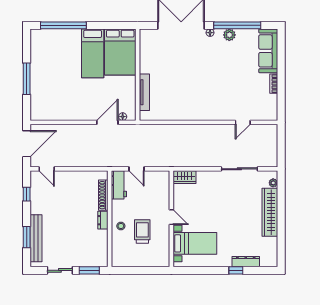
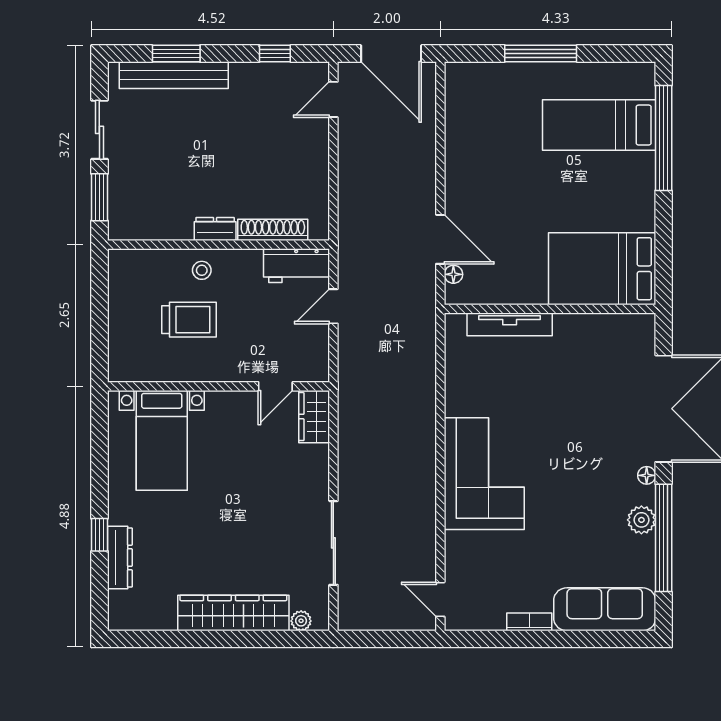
bed: (93, 53) -> (599, 125), moved
corner sofa: (209, 103) -> (484, 474), added
door: (243, 122) -> (440, 599), moved
door: (171, 217) -> (275, 386), moved

